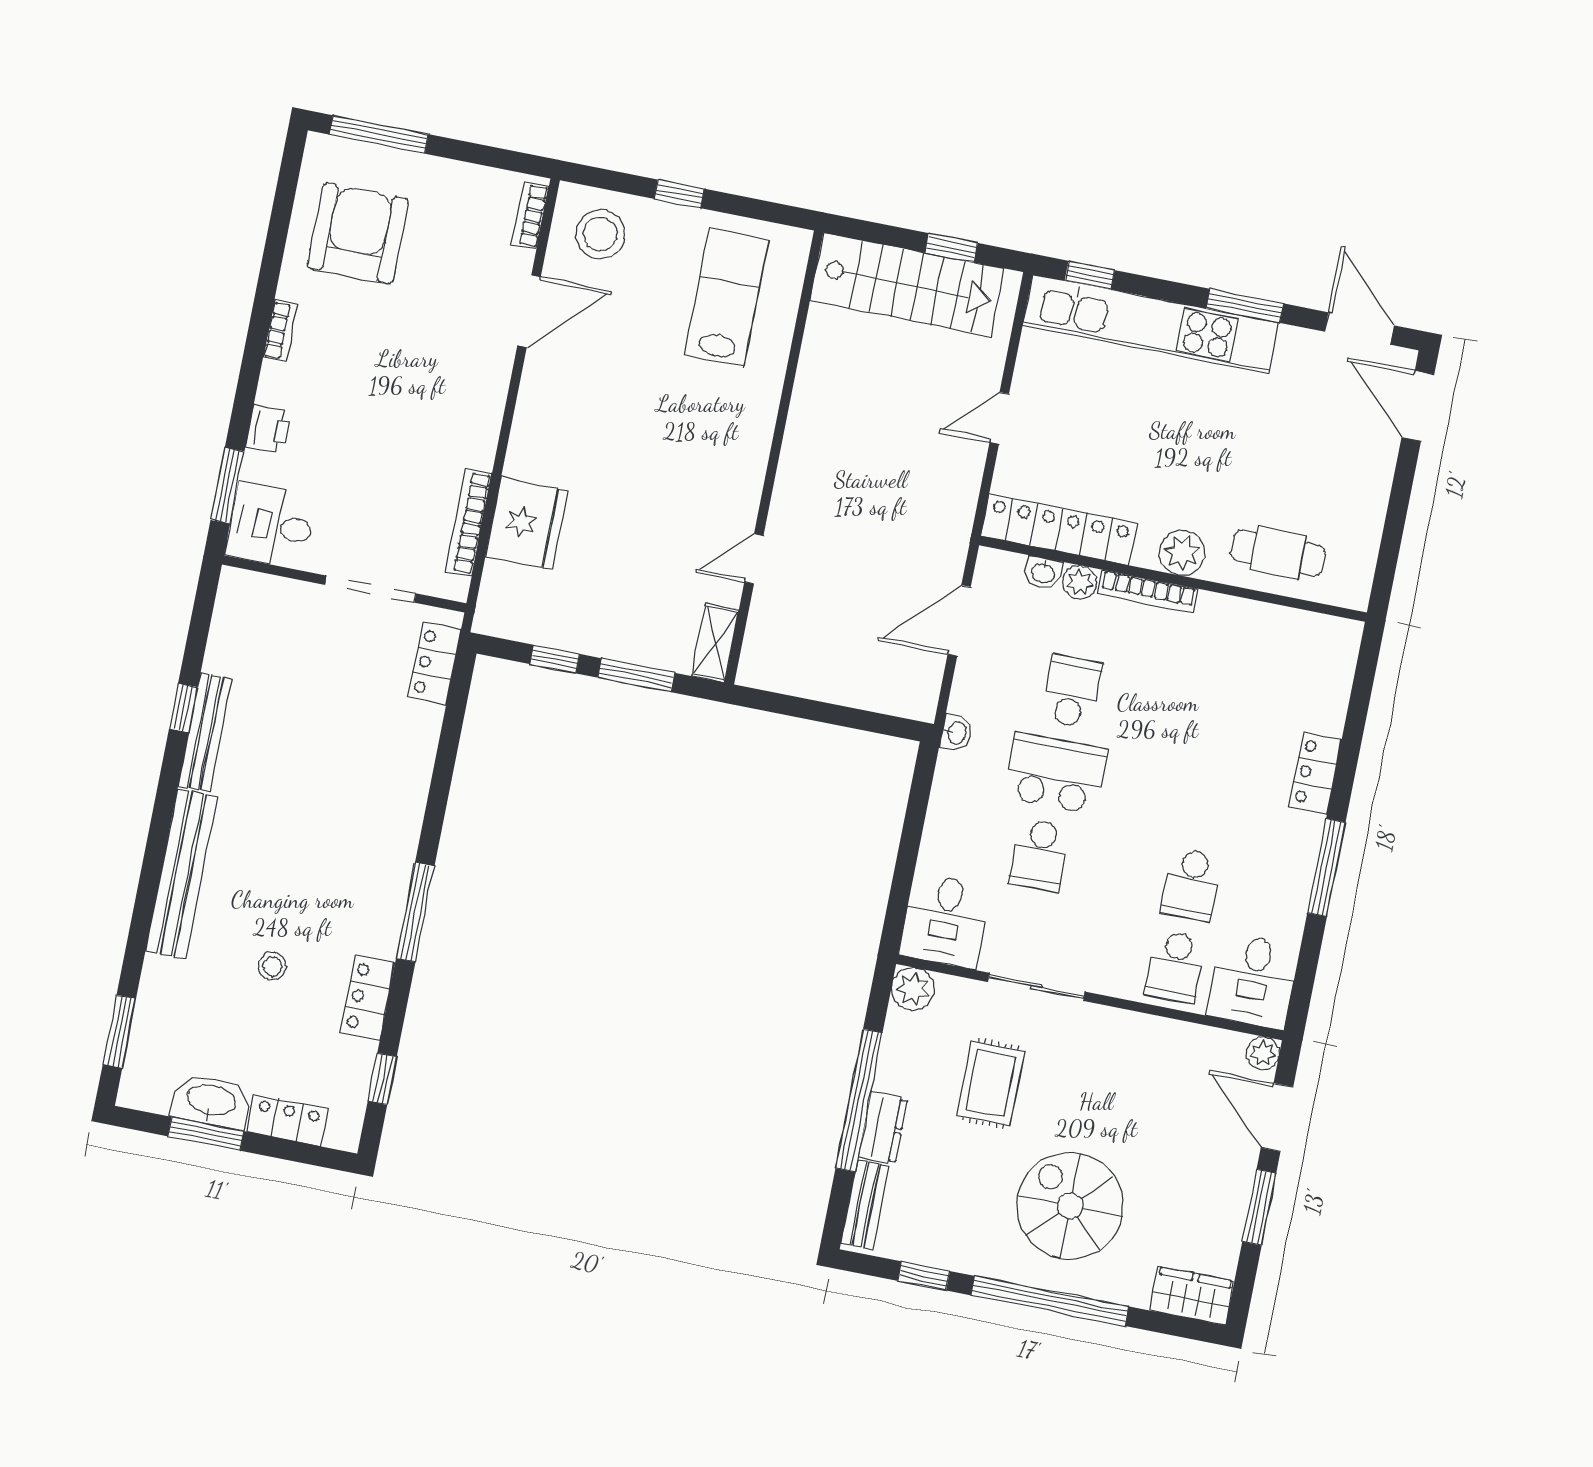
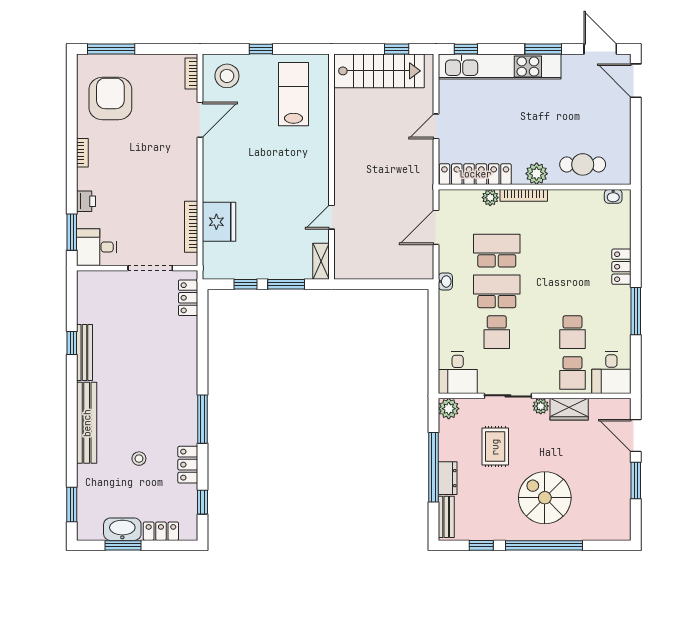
washbasin: (1043, 573) -> (613, 196), moved
school desk: (1072, 691) -> (497, 251), width x1.85
plant: (1263, 1053) -> (541, 406), moved
wardrobe: (1192, 1296) -> (569, 409), moved, turned 180

